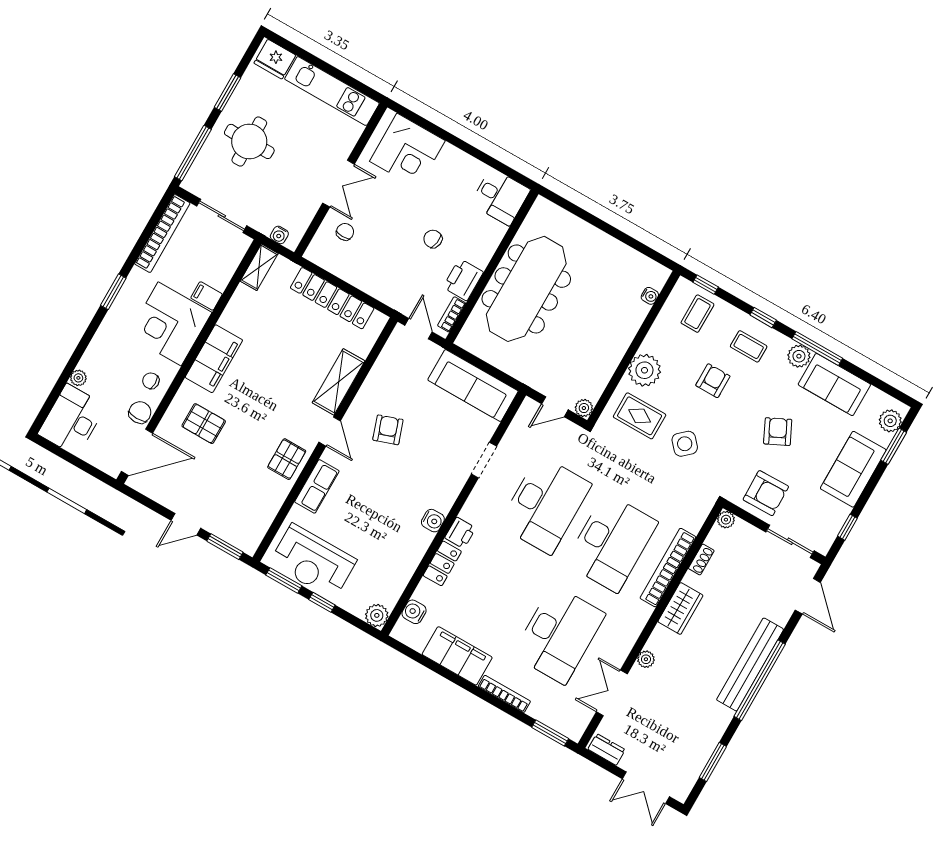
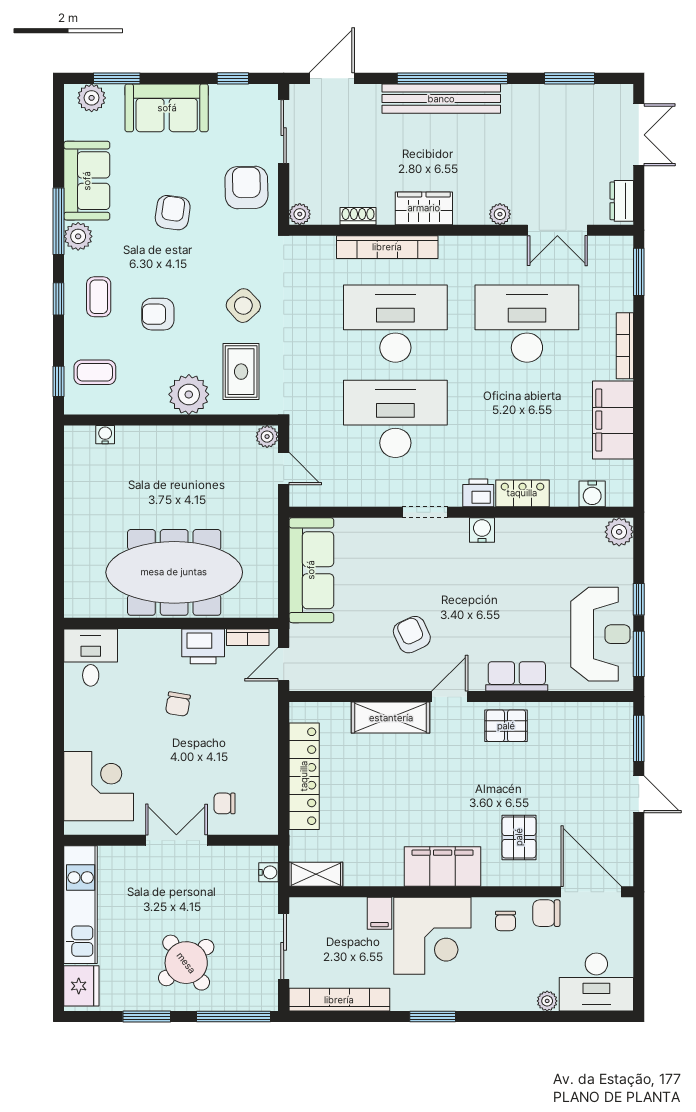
round table: (249, 141) -> (186, 963), turned -38
armchair: (388, 430) -> (412, 635), turned 84
armchair: (778, 432) -> (173, 213), turned 124
doorway: (484, 460) -> (425, 512), moved

